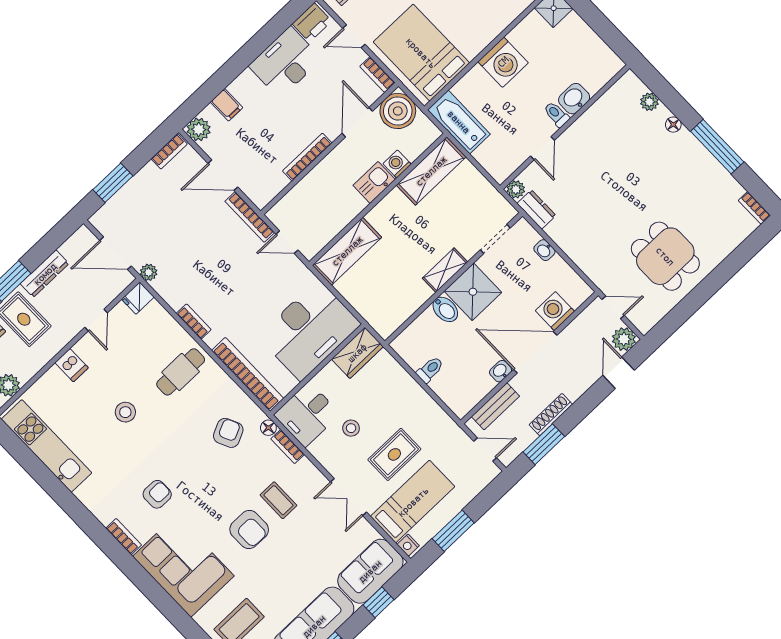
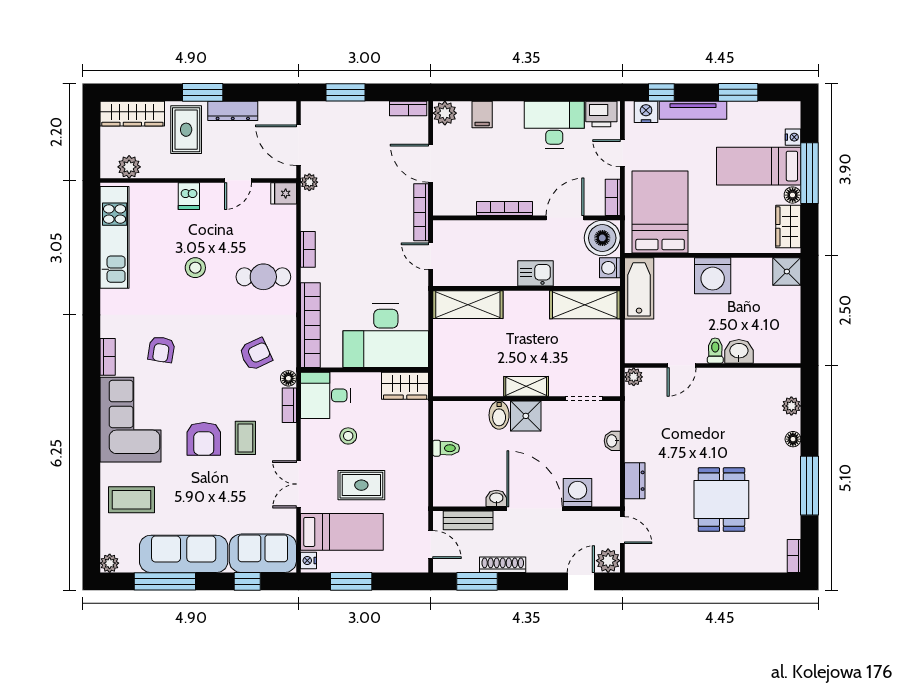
washing machine: (397, 164) -> (610, 268), moved, turned -90
dresser: (536, 209) -> (635, 481), moved
dining table: (665, 256) -> (721, 500), moved
shower: (473, 292) -> (526, 416), width x0.73, depth x0.73
armchair: (157, 494) -> (161, 349), turned 99

